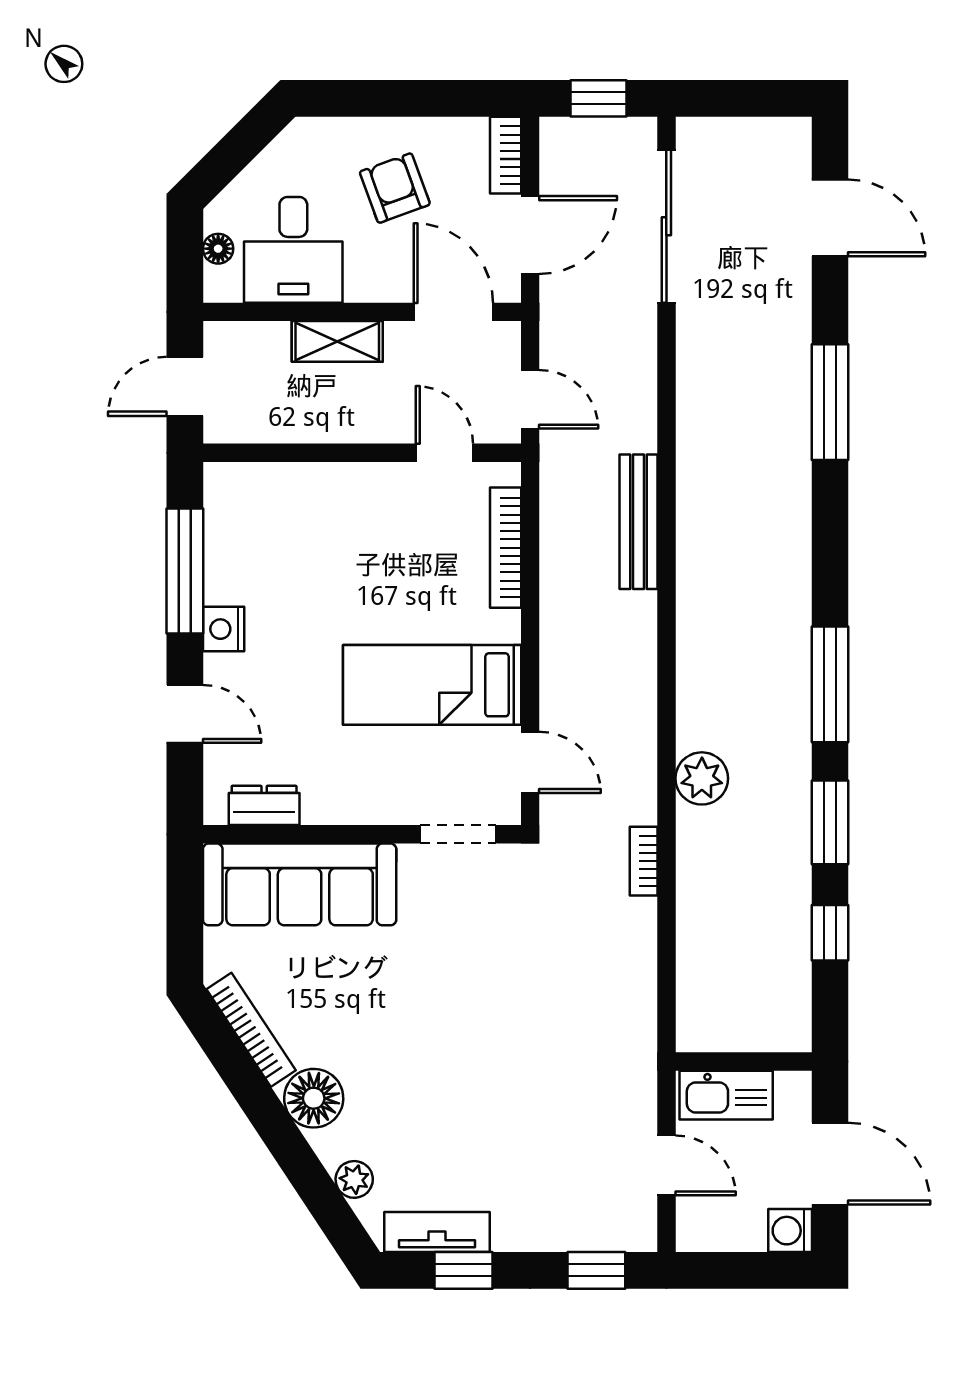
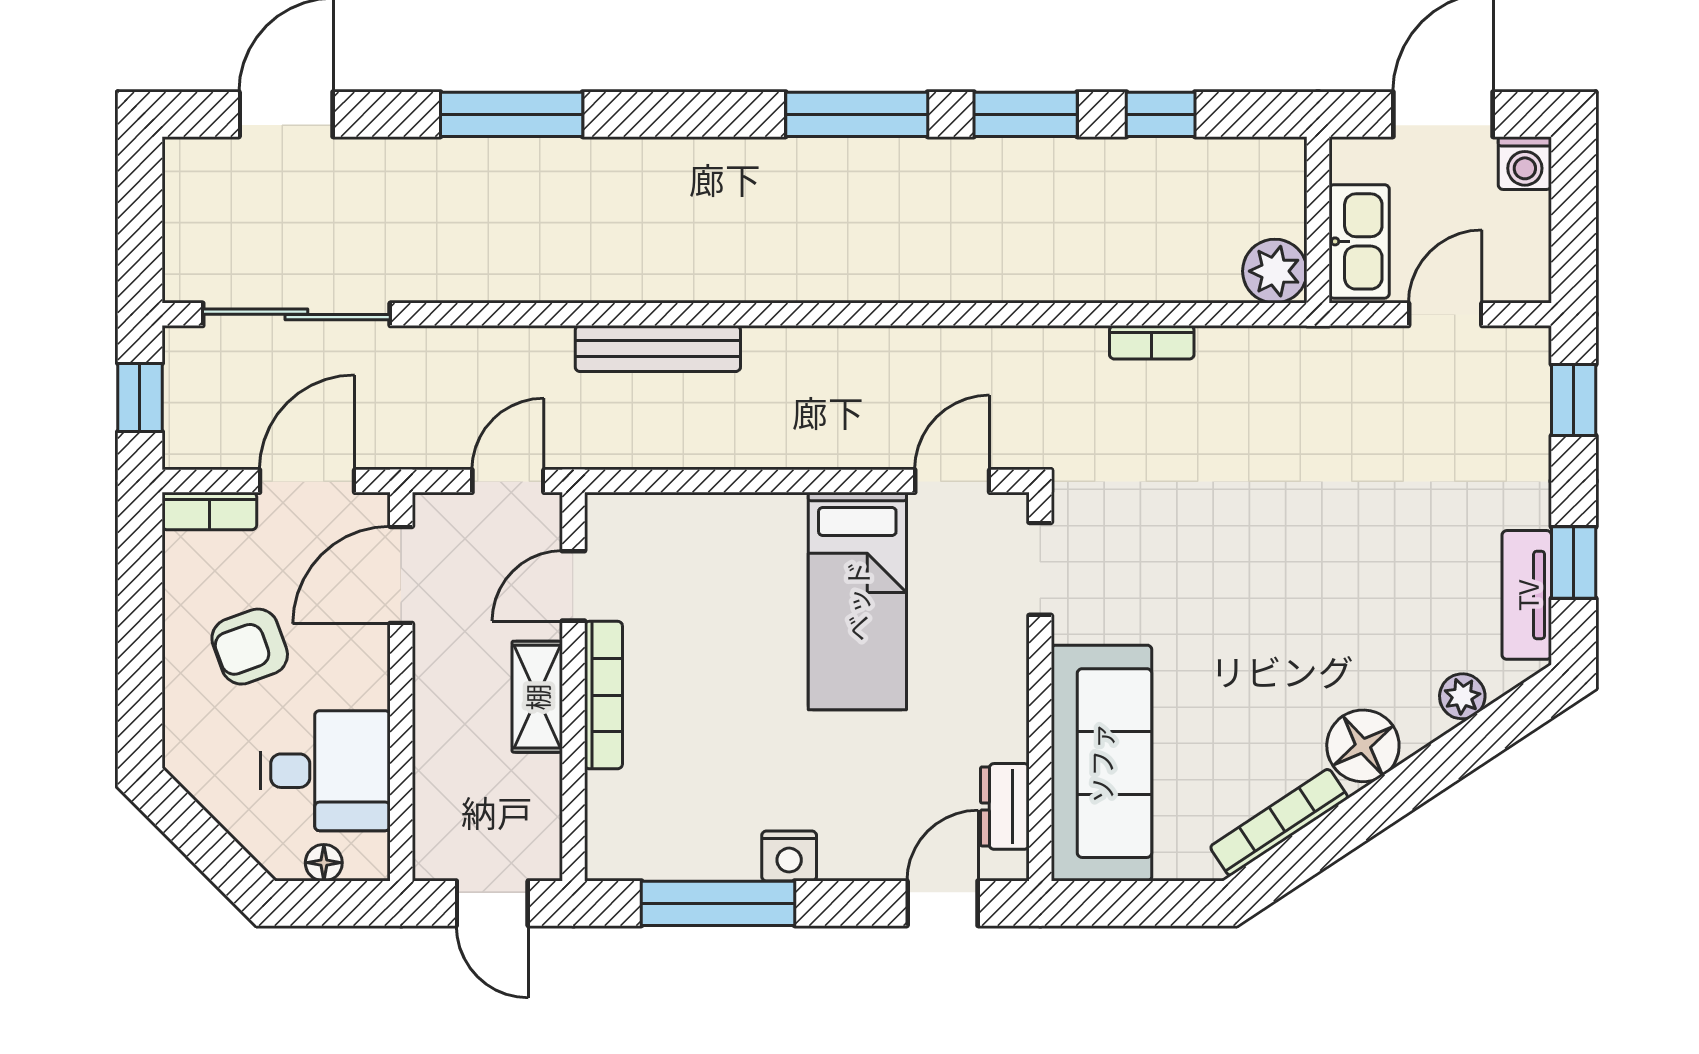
door: (530, 235) -> (307, 481), hinge flipped
shelving: (337, 341) -> (537, 697), moved
bookcase: (506, 548) -> (603, 695), moved, turned -90
door: (185, 714) -> (943, 903), moved
plant: (702, 778) -> (1275, 271), moved
bookcase: (644, 861) -> (1152, 342), moved

